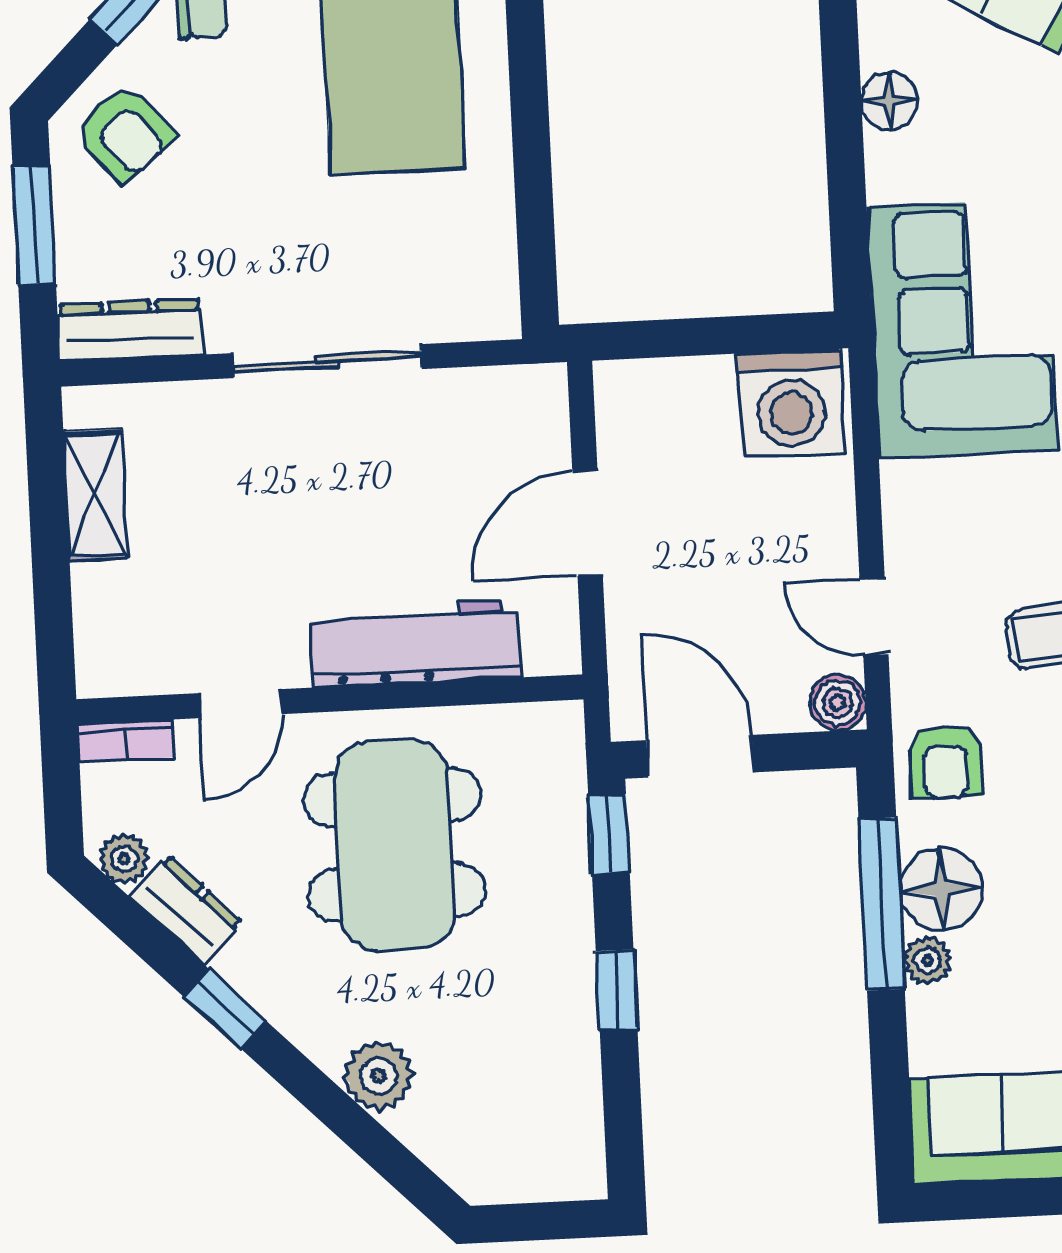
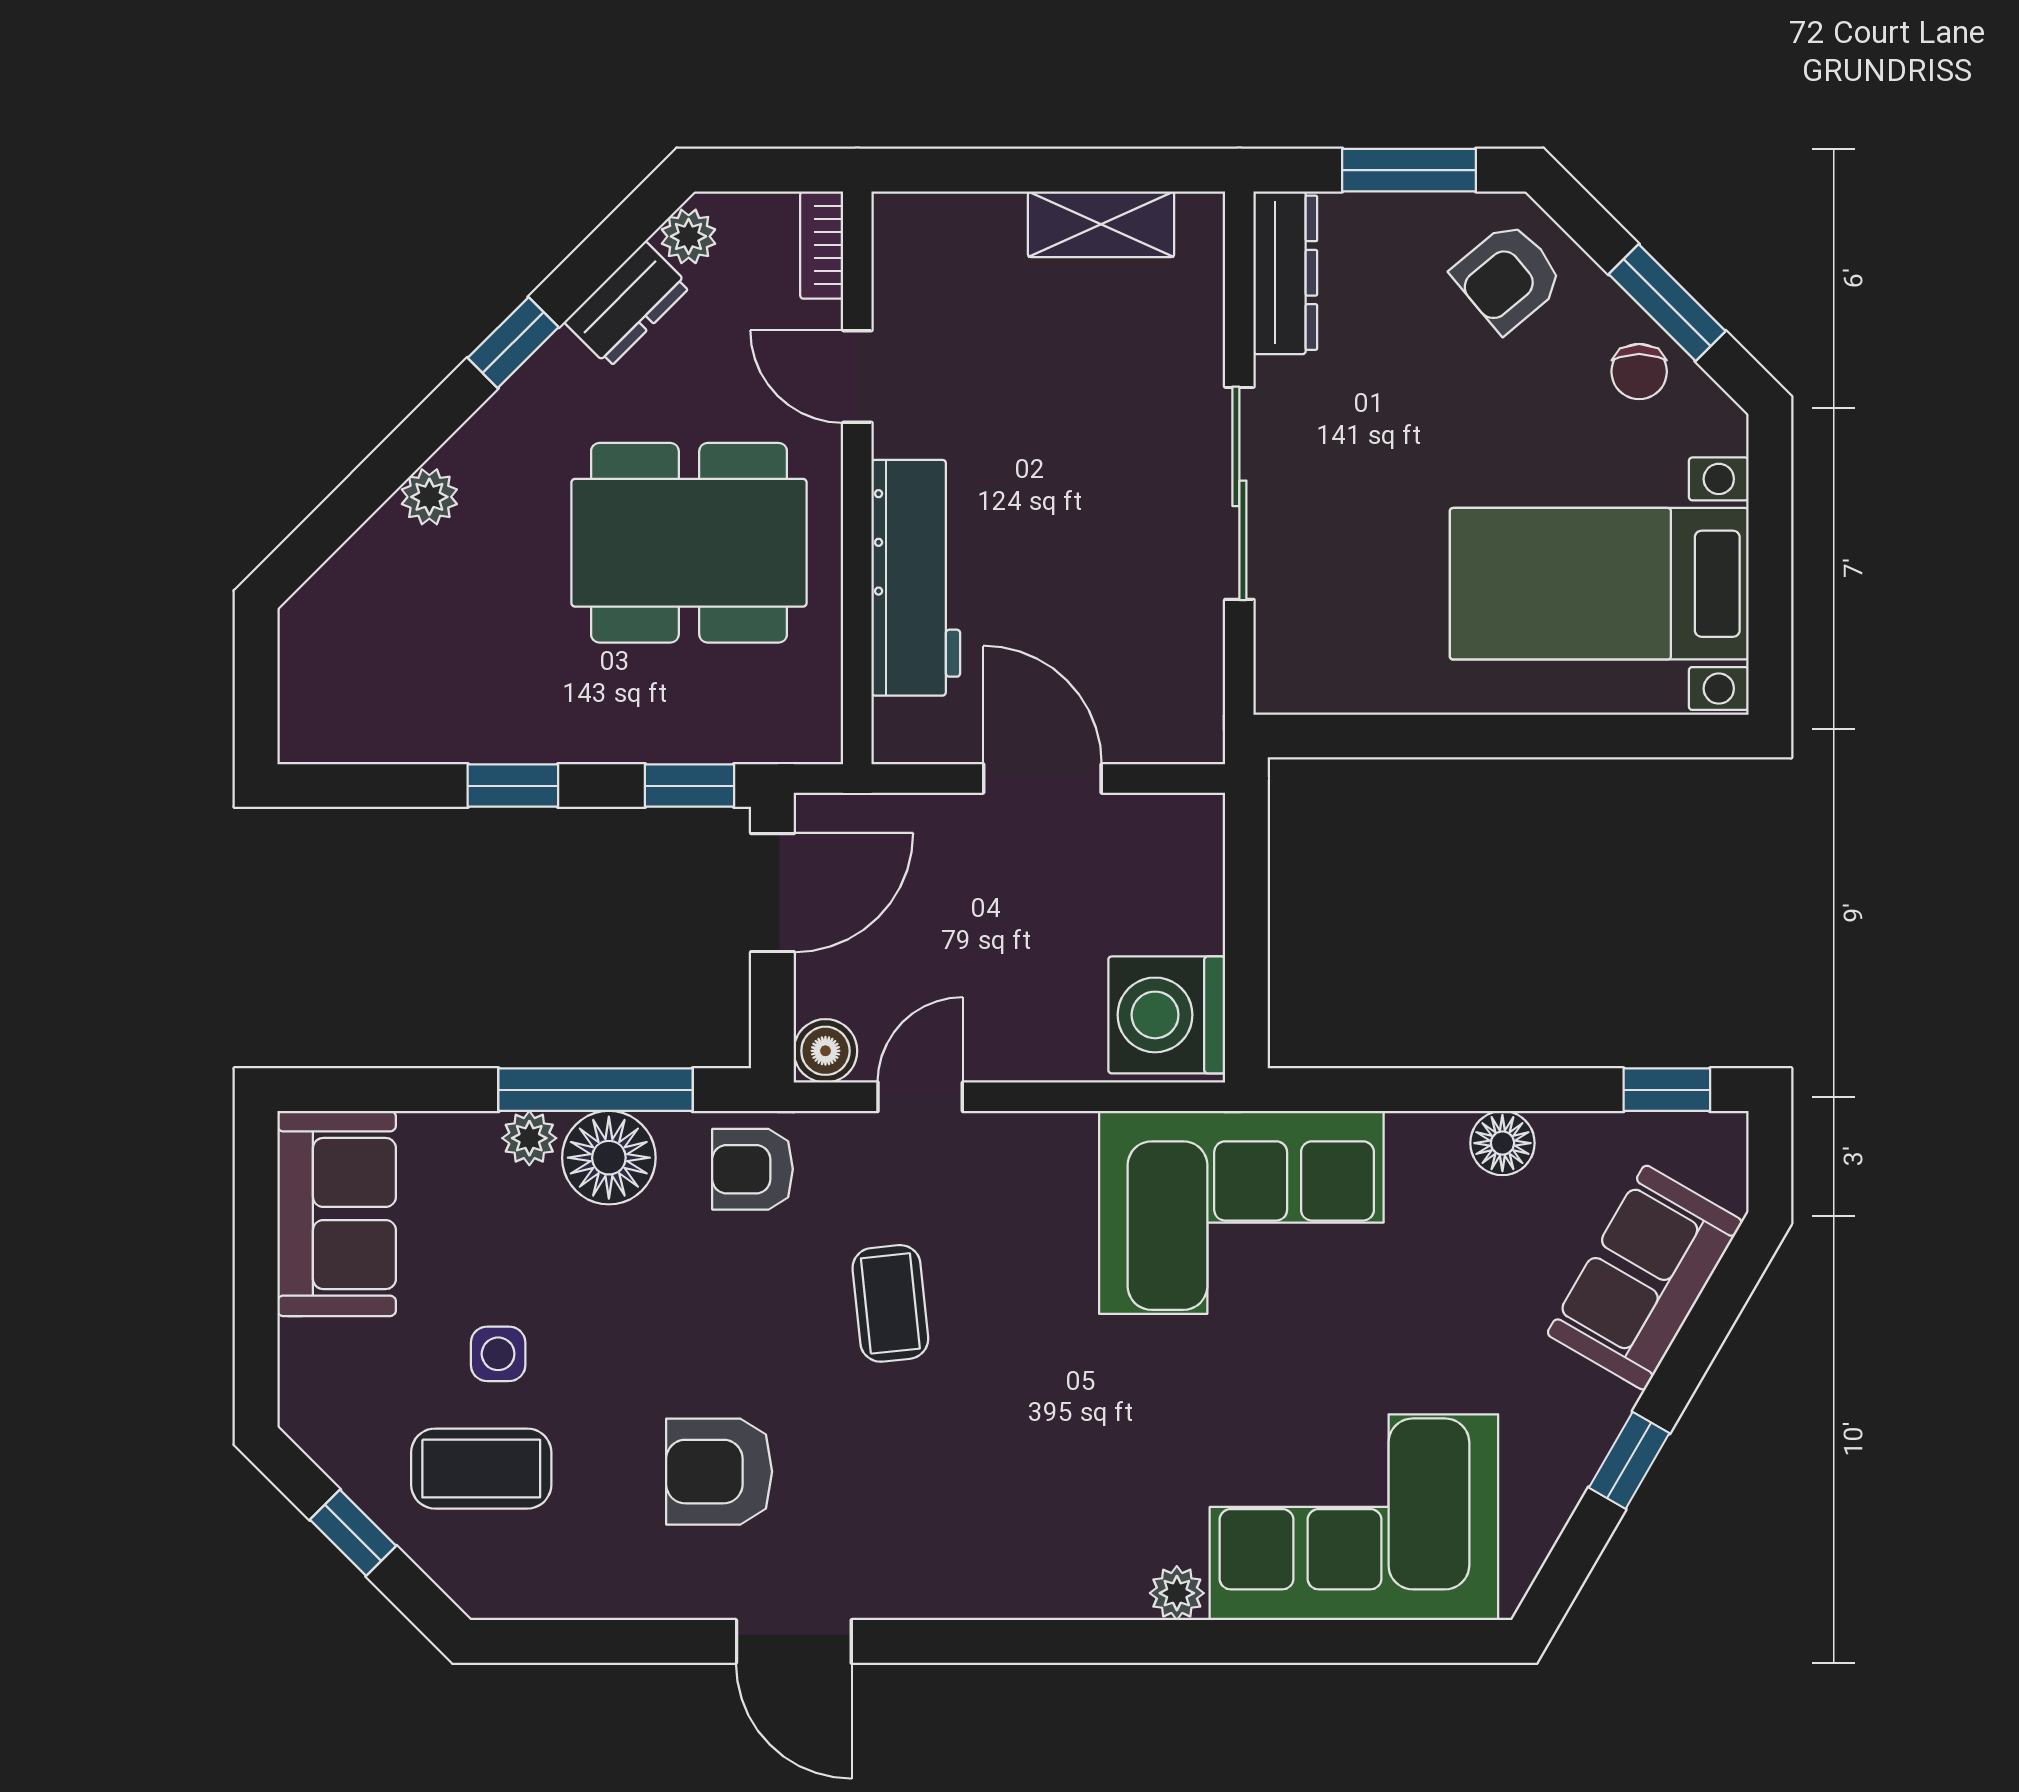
plant: (379, 1076) -> (429, 497), width x0.73, depth x0.73

